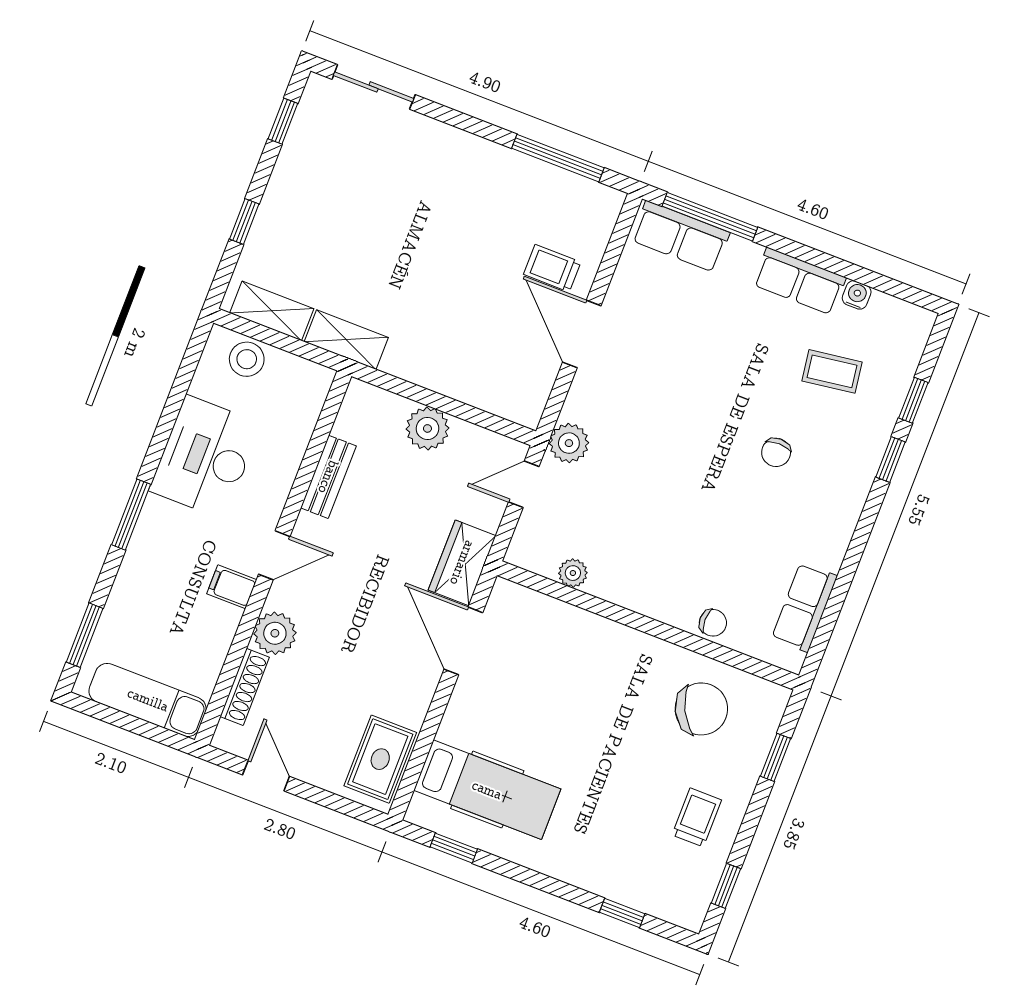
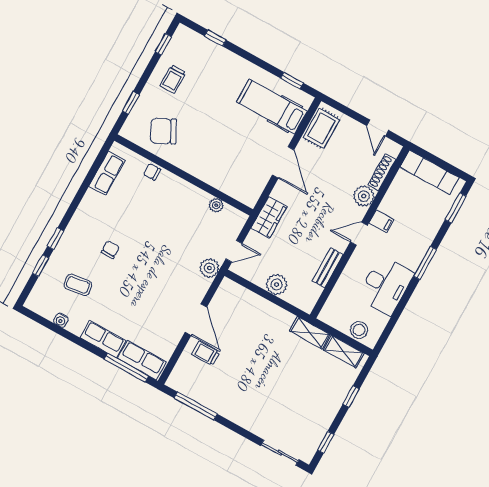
trolley: (552, 268) -> (206, 353), turned 180
row of seats: (799, 281) -> (103, 339), moved
door: (463, 641) -> (283, 162), moved

